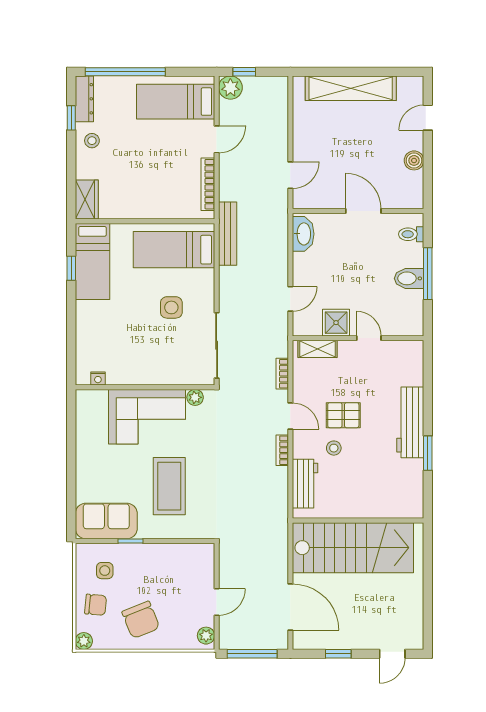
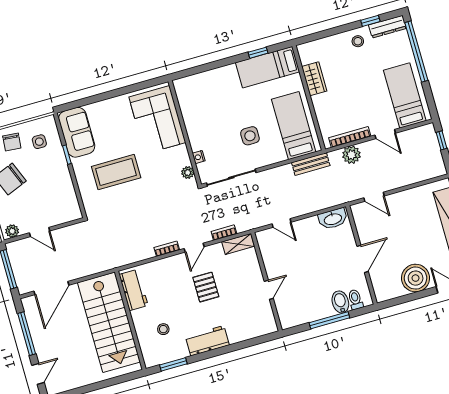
plant: (230, 88) -> (351, 155), moved
boiler: (414, 160) -> (416, 278), width x1.86, depth x1.86
wardrobe: (87, 199) -> (314, 79), moved, turned -90
bench: (228, 234) -> (311, 164), width x0.73
bidet: (409, 278) -> (340, 302), moved
shower: (336, 323) -> (273, 262), removed
shelving: (317, 349) -> (238, 244), moved, turned 90
nightstand: (98, 378) -> (199, 157), moved
corner sofa: (147, 417) -> (157, 120), moved
workbench: (410, 422) -> (207, 341), width x0.73
stool: (334, 448) -> (163, 329), moved
window: (428, 453) -> (173, 364), moved
workbench: (305, 484) -> (134, 290), moved, turned -90
window: (338, 654) -> (27, 334), width x2.17
door: (392, 654) -> (38, 374), swing flipped

